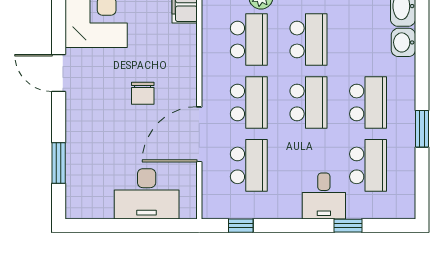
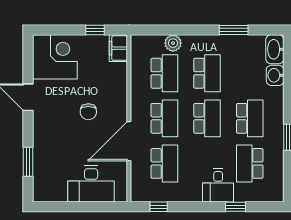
school desk: (368, 165) -> (250, 163), turned 180

